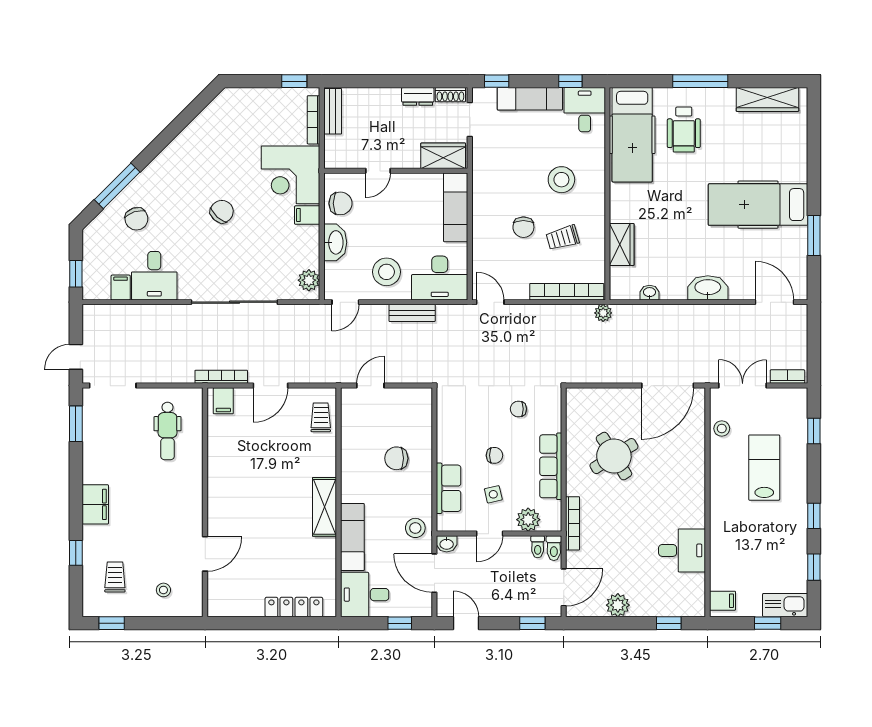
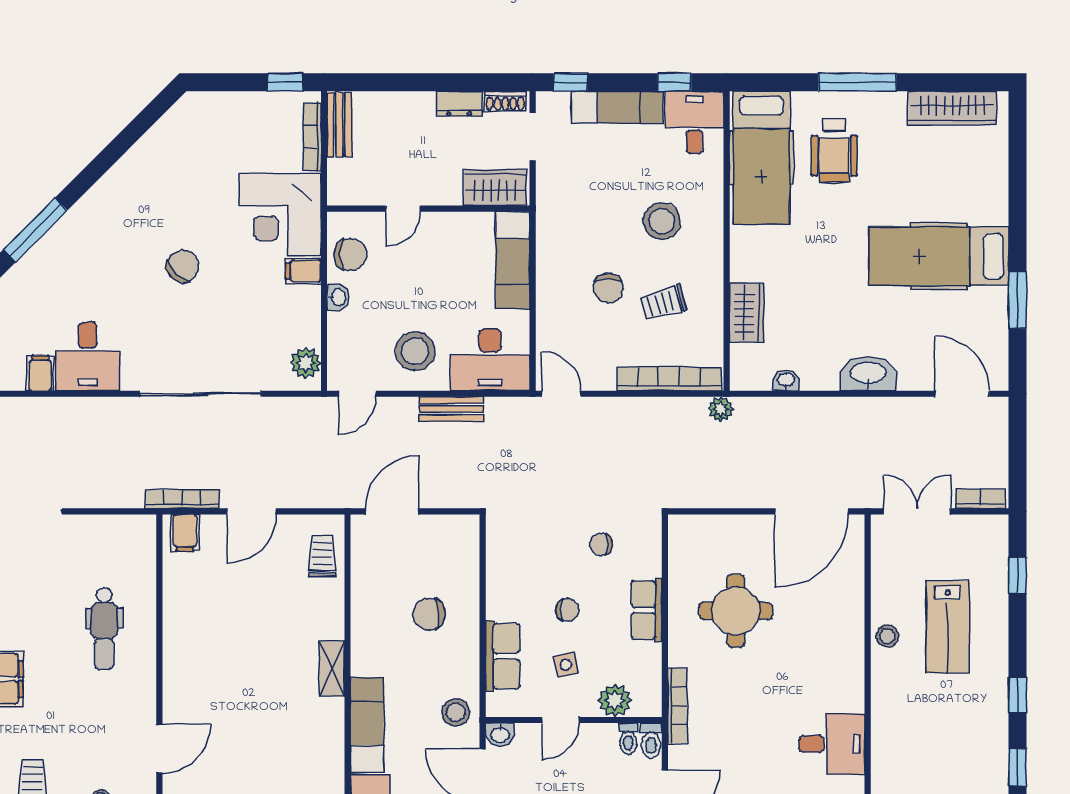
chair: (136, 219) -> (63, 276), removed
washbasin: (335, 242) -> (338, 297), width x0.52, depth x0.69
door: (370, 386) -> (392, 511), width x1.38
stool: (722, 429) -> (887, 636), moved
dental chair: (168, 431) -> (104, 629), moved
round table: (614, 456) -> (736, 611), turned 32
row of seats: (551, 466) -> (647, 610), width x0.68
lab bench: (764, 468) -> (948, 627), turned 180
shelving: (325, 507) -> (332, 669), width x0.67, depth x0.75

